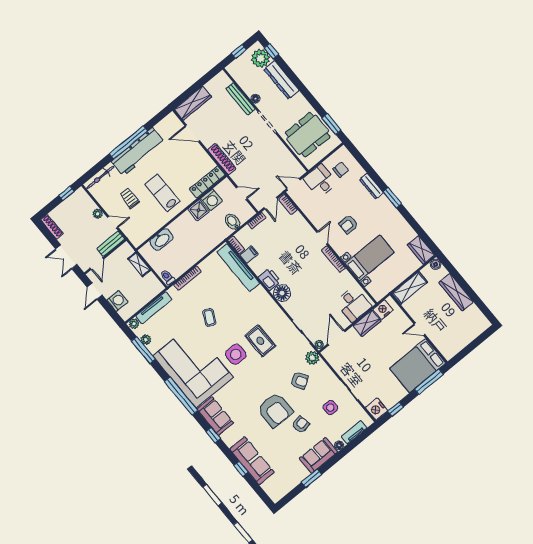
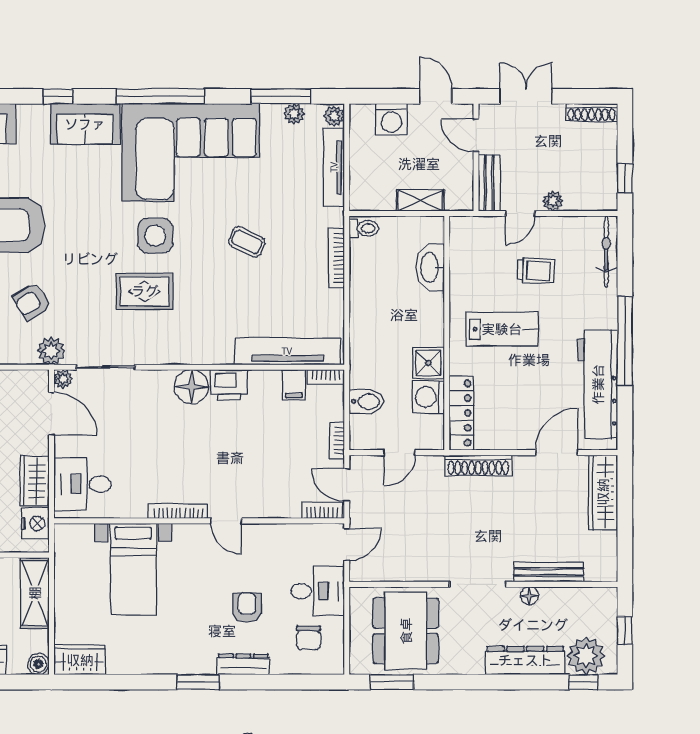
workbench: (138, 152) -> (598, 384), moved
armchair: (349, 224) -> (247, 608), moved

